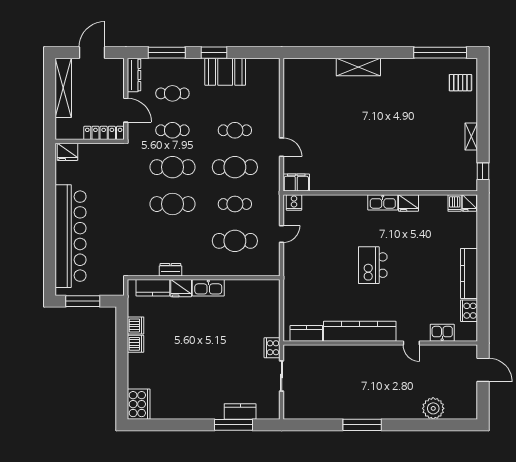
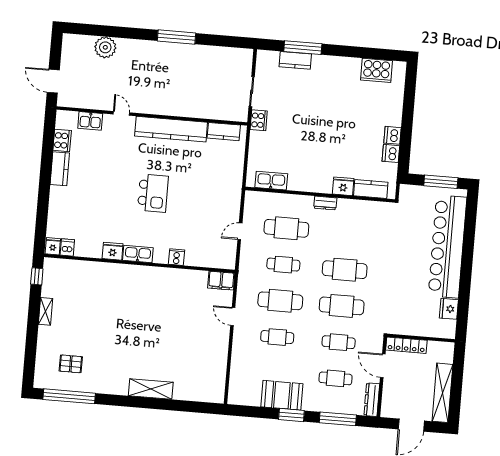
pallet: (460, 83) -> (71, 364), moved
fridge: (67, 152) -> (449, 309), moved, turned -90
cooker: (294, 202) -> (176, 257), moved
dresser: (170, 270) -> (325, 203), moved
kitchen counter: (469, 273) -> (60, 169), width x0.67
kitchen sink: (208, 288) -> (271, 181), moved
cooker: (139, 404) -> (376, 70), moved, turned -90

